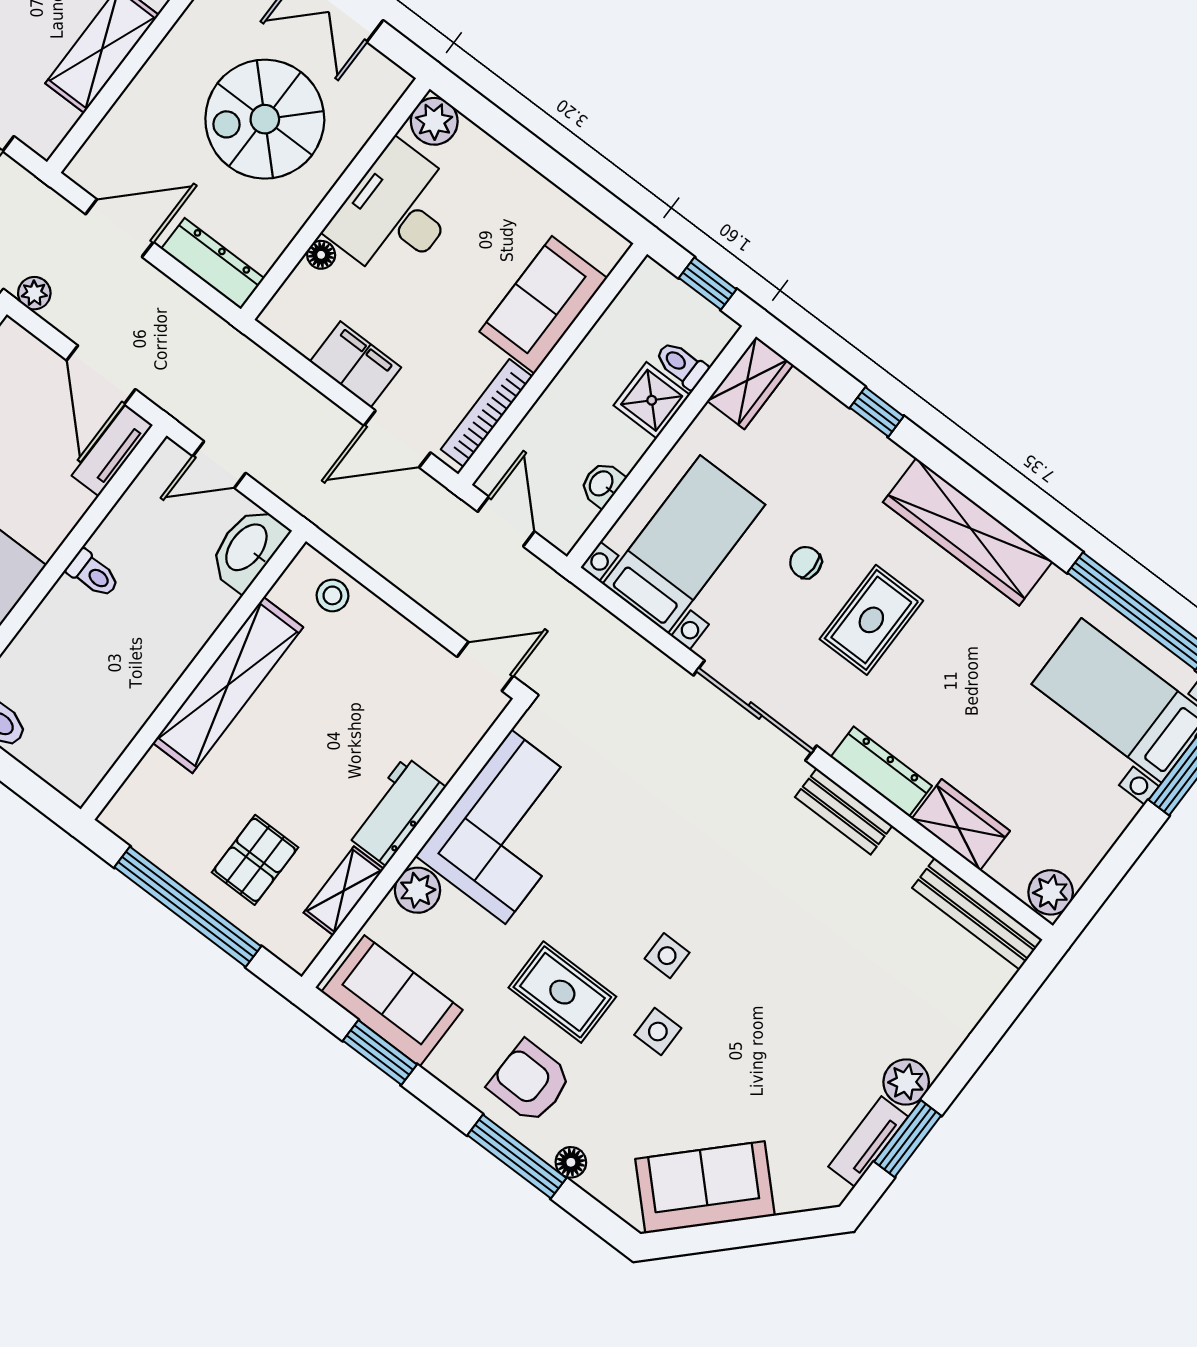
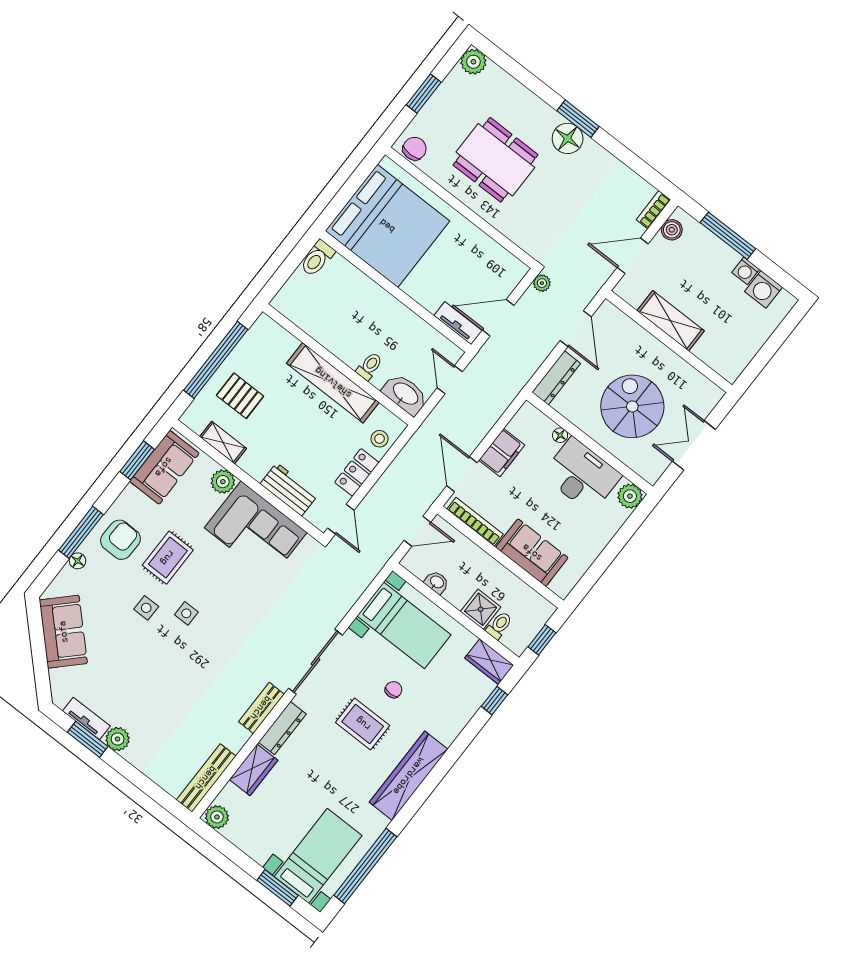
window: (877, 412) -> (495, 701), moved
toilet: (93, 574) -> (369, 366), moved, turned 180
locker: (397, 637) -> (357, 472), added
workbench: (396, 811) -> (289, 489), moved

